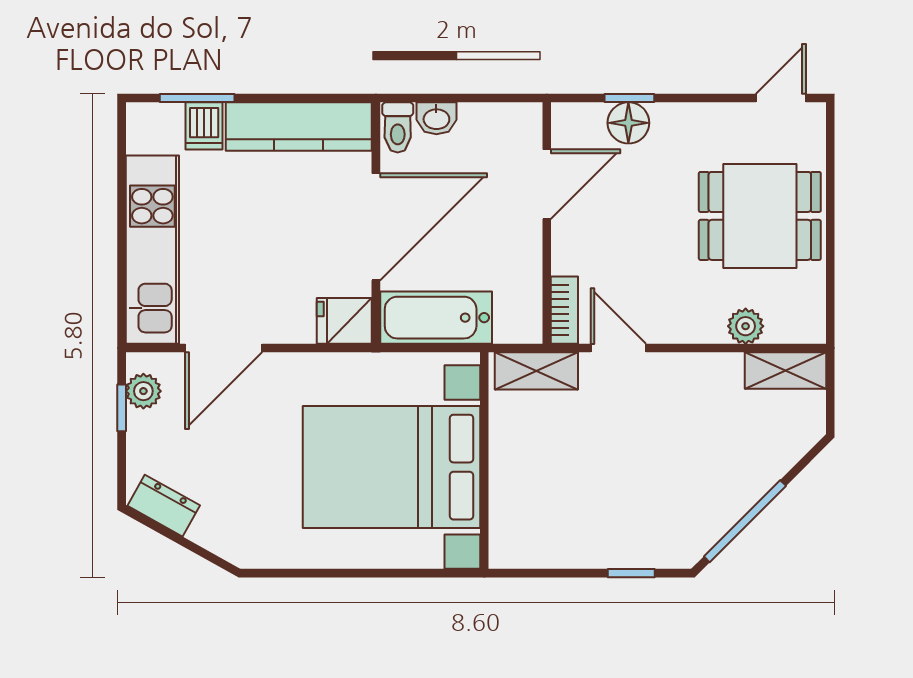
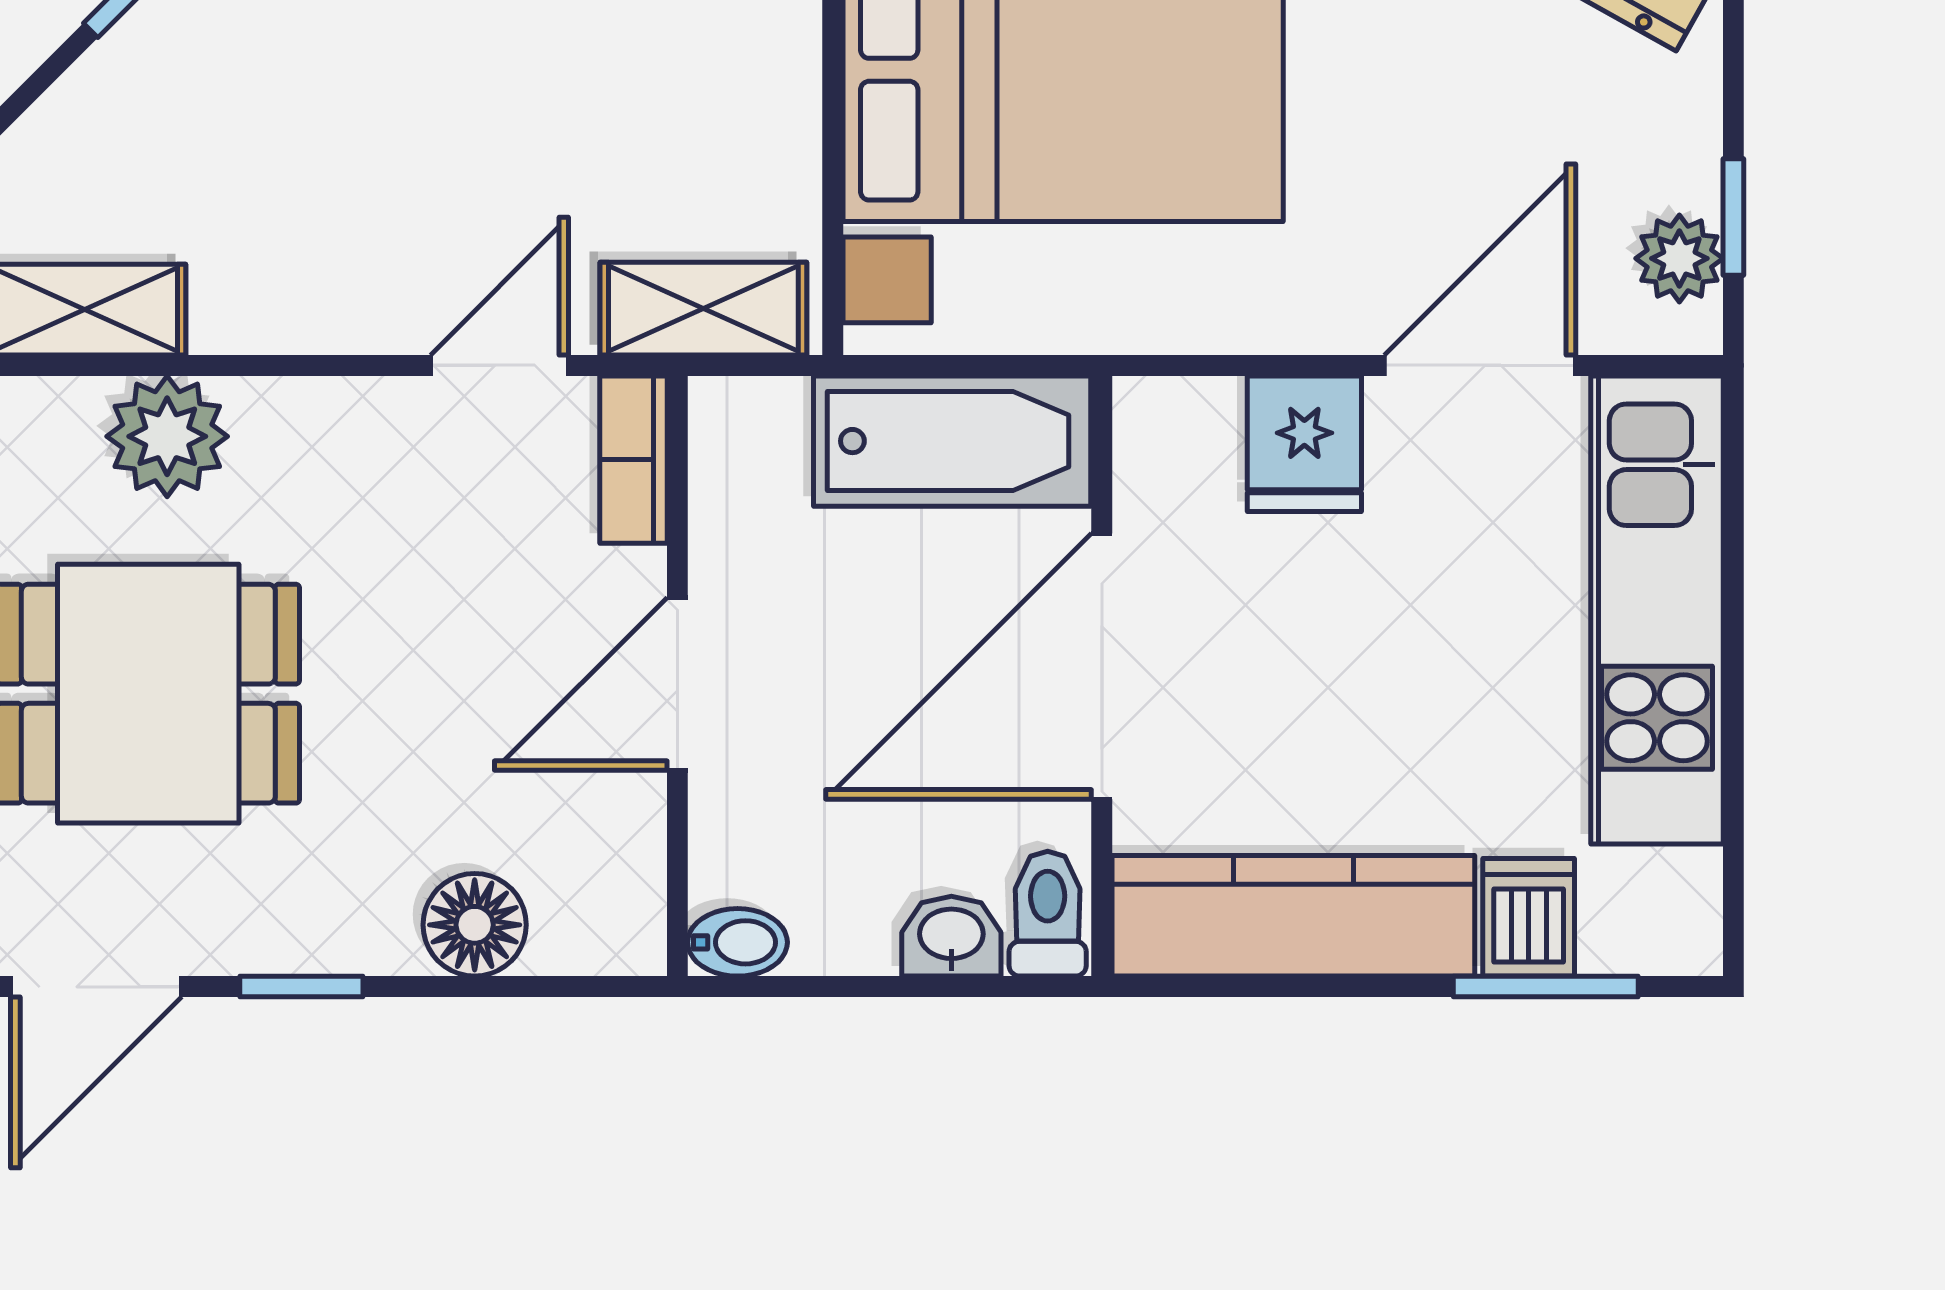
window: (629, 98) -> (301, 987), moved
door: (781, 98) -> (96, 987), width x1.38
bidet: (523, 116) -> (738, 942), added
door: (547, 184) -> (677, 684), moved
fridge: (344, 321) -> (1304, 444), moved, turned 90
plant: (746, 326) -> (167, 436), width x1.38, depth x1.38
door: (618, 348) -> (499, 365), swing flipped

